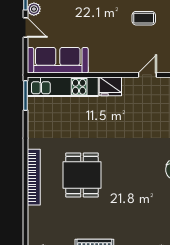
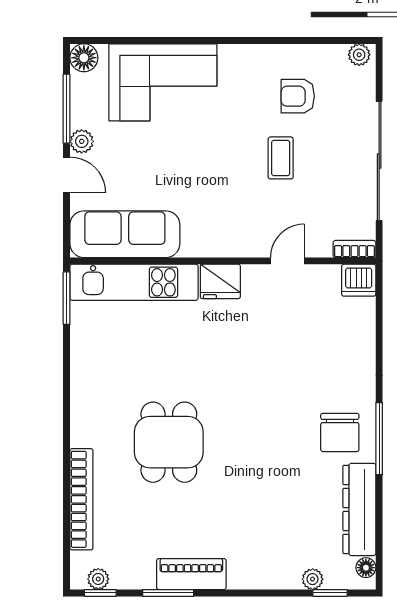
coffee table: (144, 18) -> (281, 158), turned 90
bookcase: (34, 177) -> (81, 499), moved

